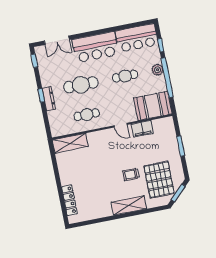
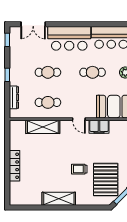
cafe table: (81, 85) -> (48, 72), width x0.73, depth x0.74
dresser: (49, 99) -> (14, 97), moved
shelving: (70, 143) -> (43, 127), moved
locker: (69, 200) -> (15, 166), moved
shelving: (129, 205) -> (59, 199), moved

